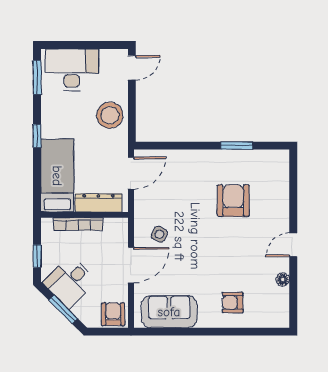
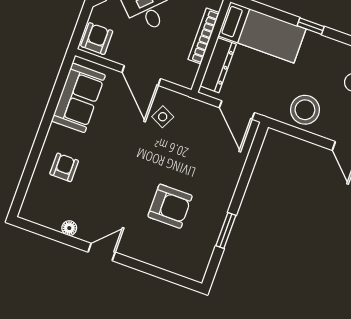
door: (293, 245) -> (102, 252), hinge flipped
armchair: (113, 314) -> (97, 39), turned -90

